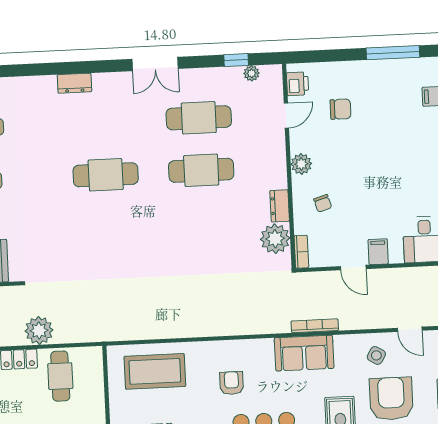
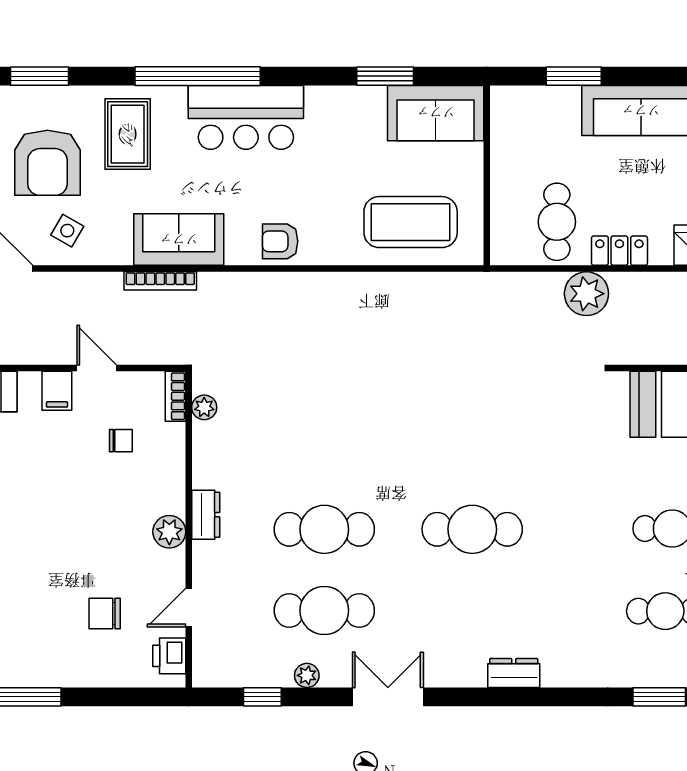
plant: (252, 73) -> (307, 675), moved
chair: (323, 203) -> (121, 441), moved, turned 107
dresser: (280, 206) -> (206, 515), moved
plant: (275, 239) -> (204, 407), width x0.53, depth x0.53
armchair: (232, 383) -> (280, 241), moved, turned 90

